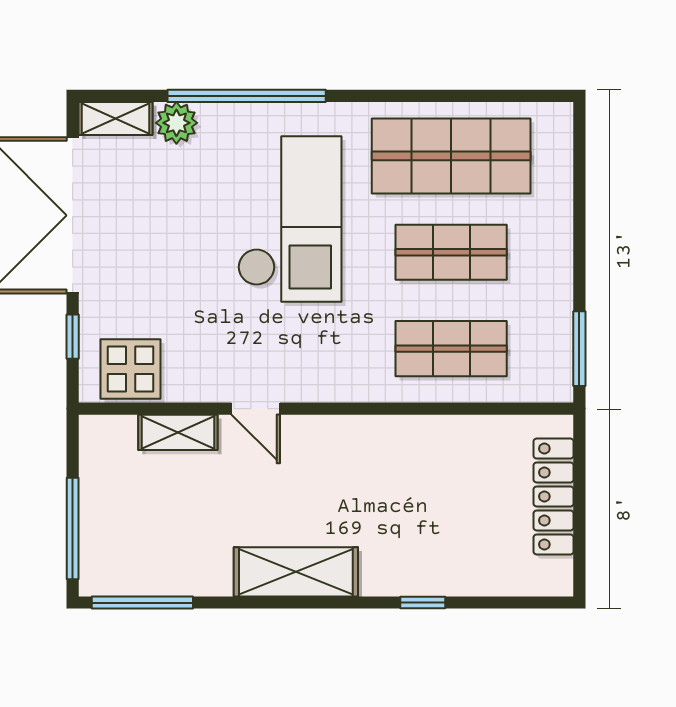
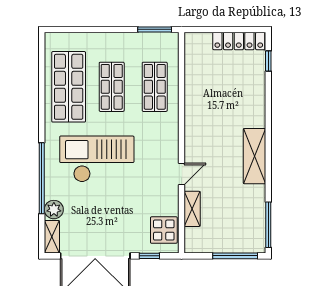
locker: (554, 496) -> (239, 41), moved
window: (423, 603) -> (268, 61), moved

